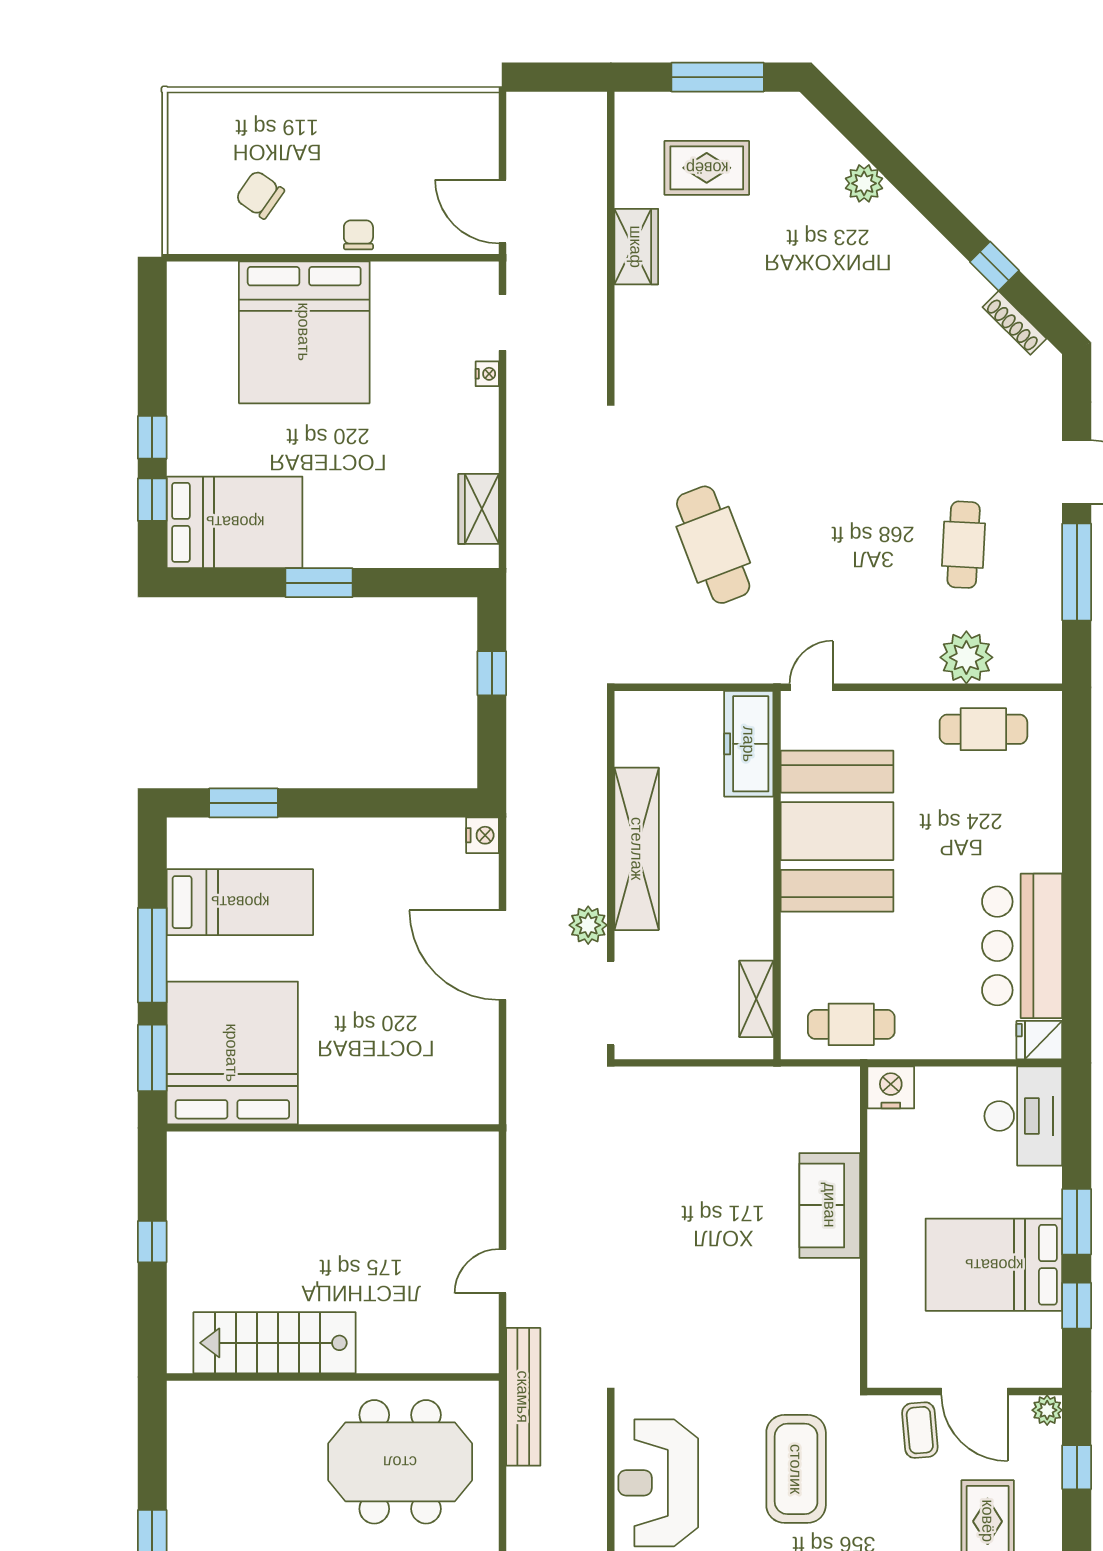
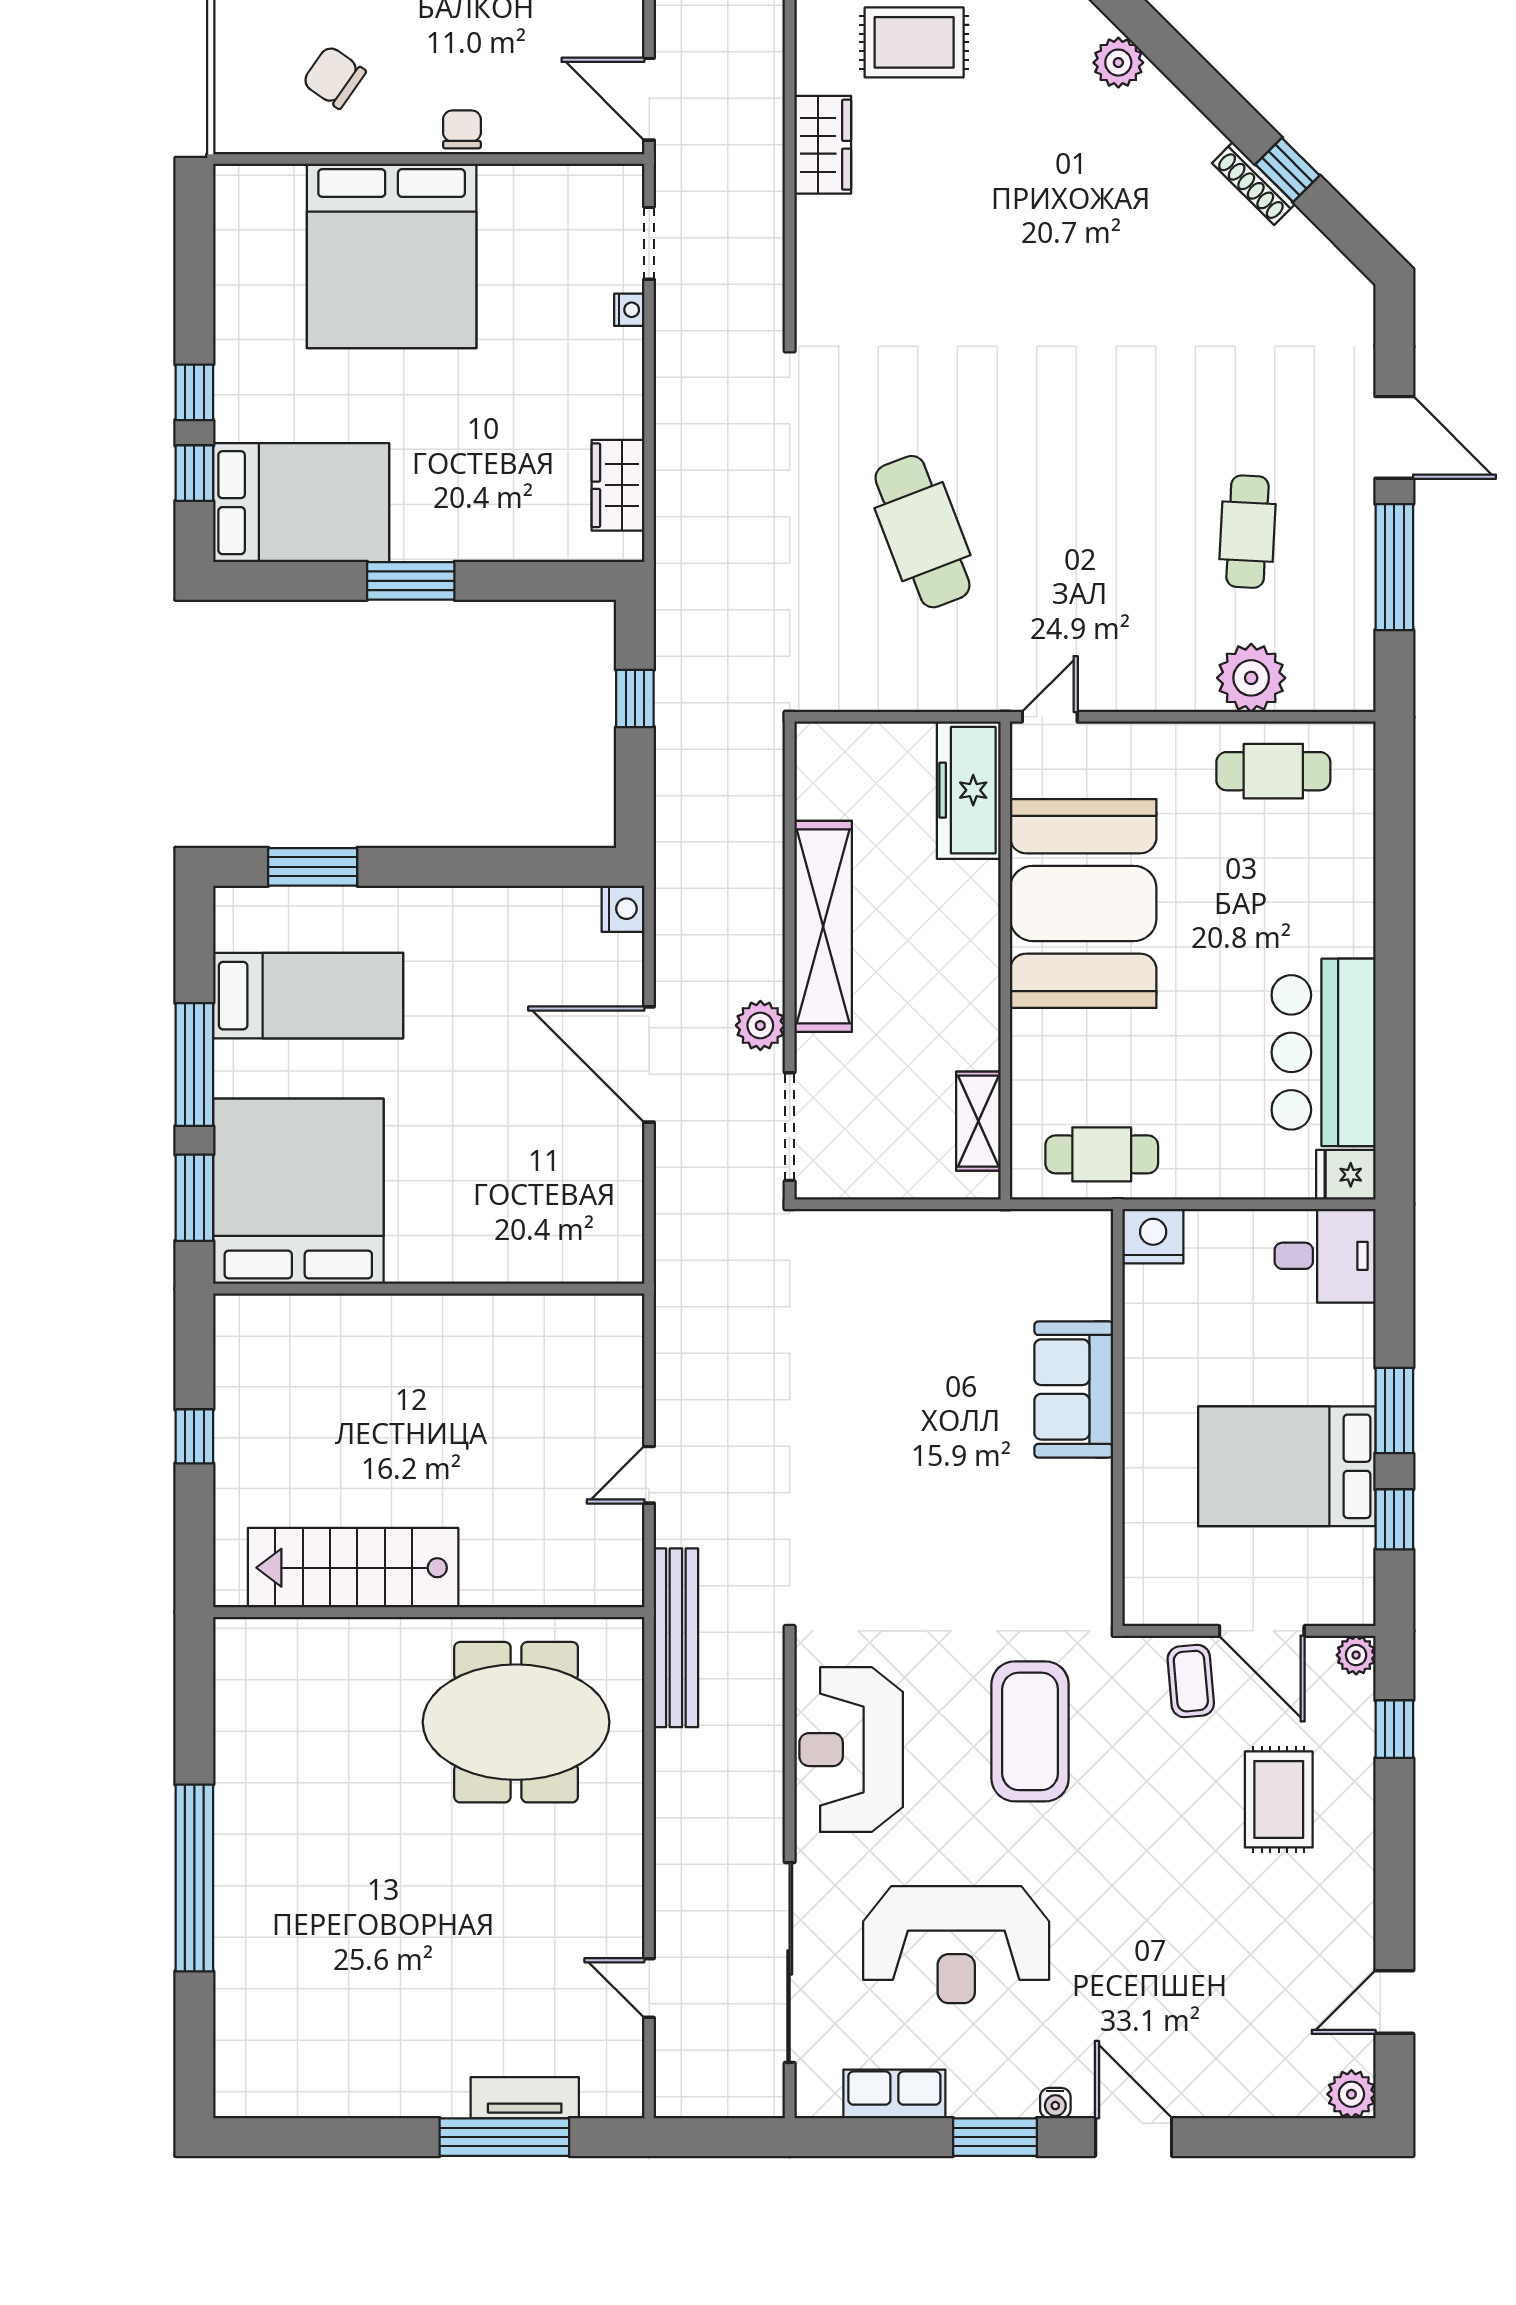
shoe rack: (1014, 323) -> (1253, 184), moved
desk: (1023, 1116) -> (1325, 1256), width x0.73

